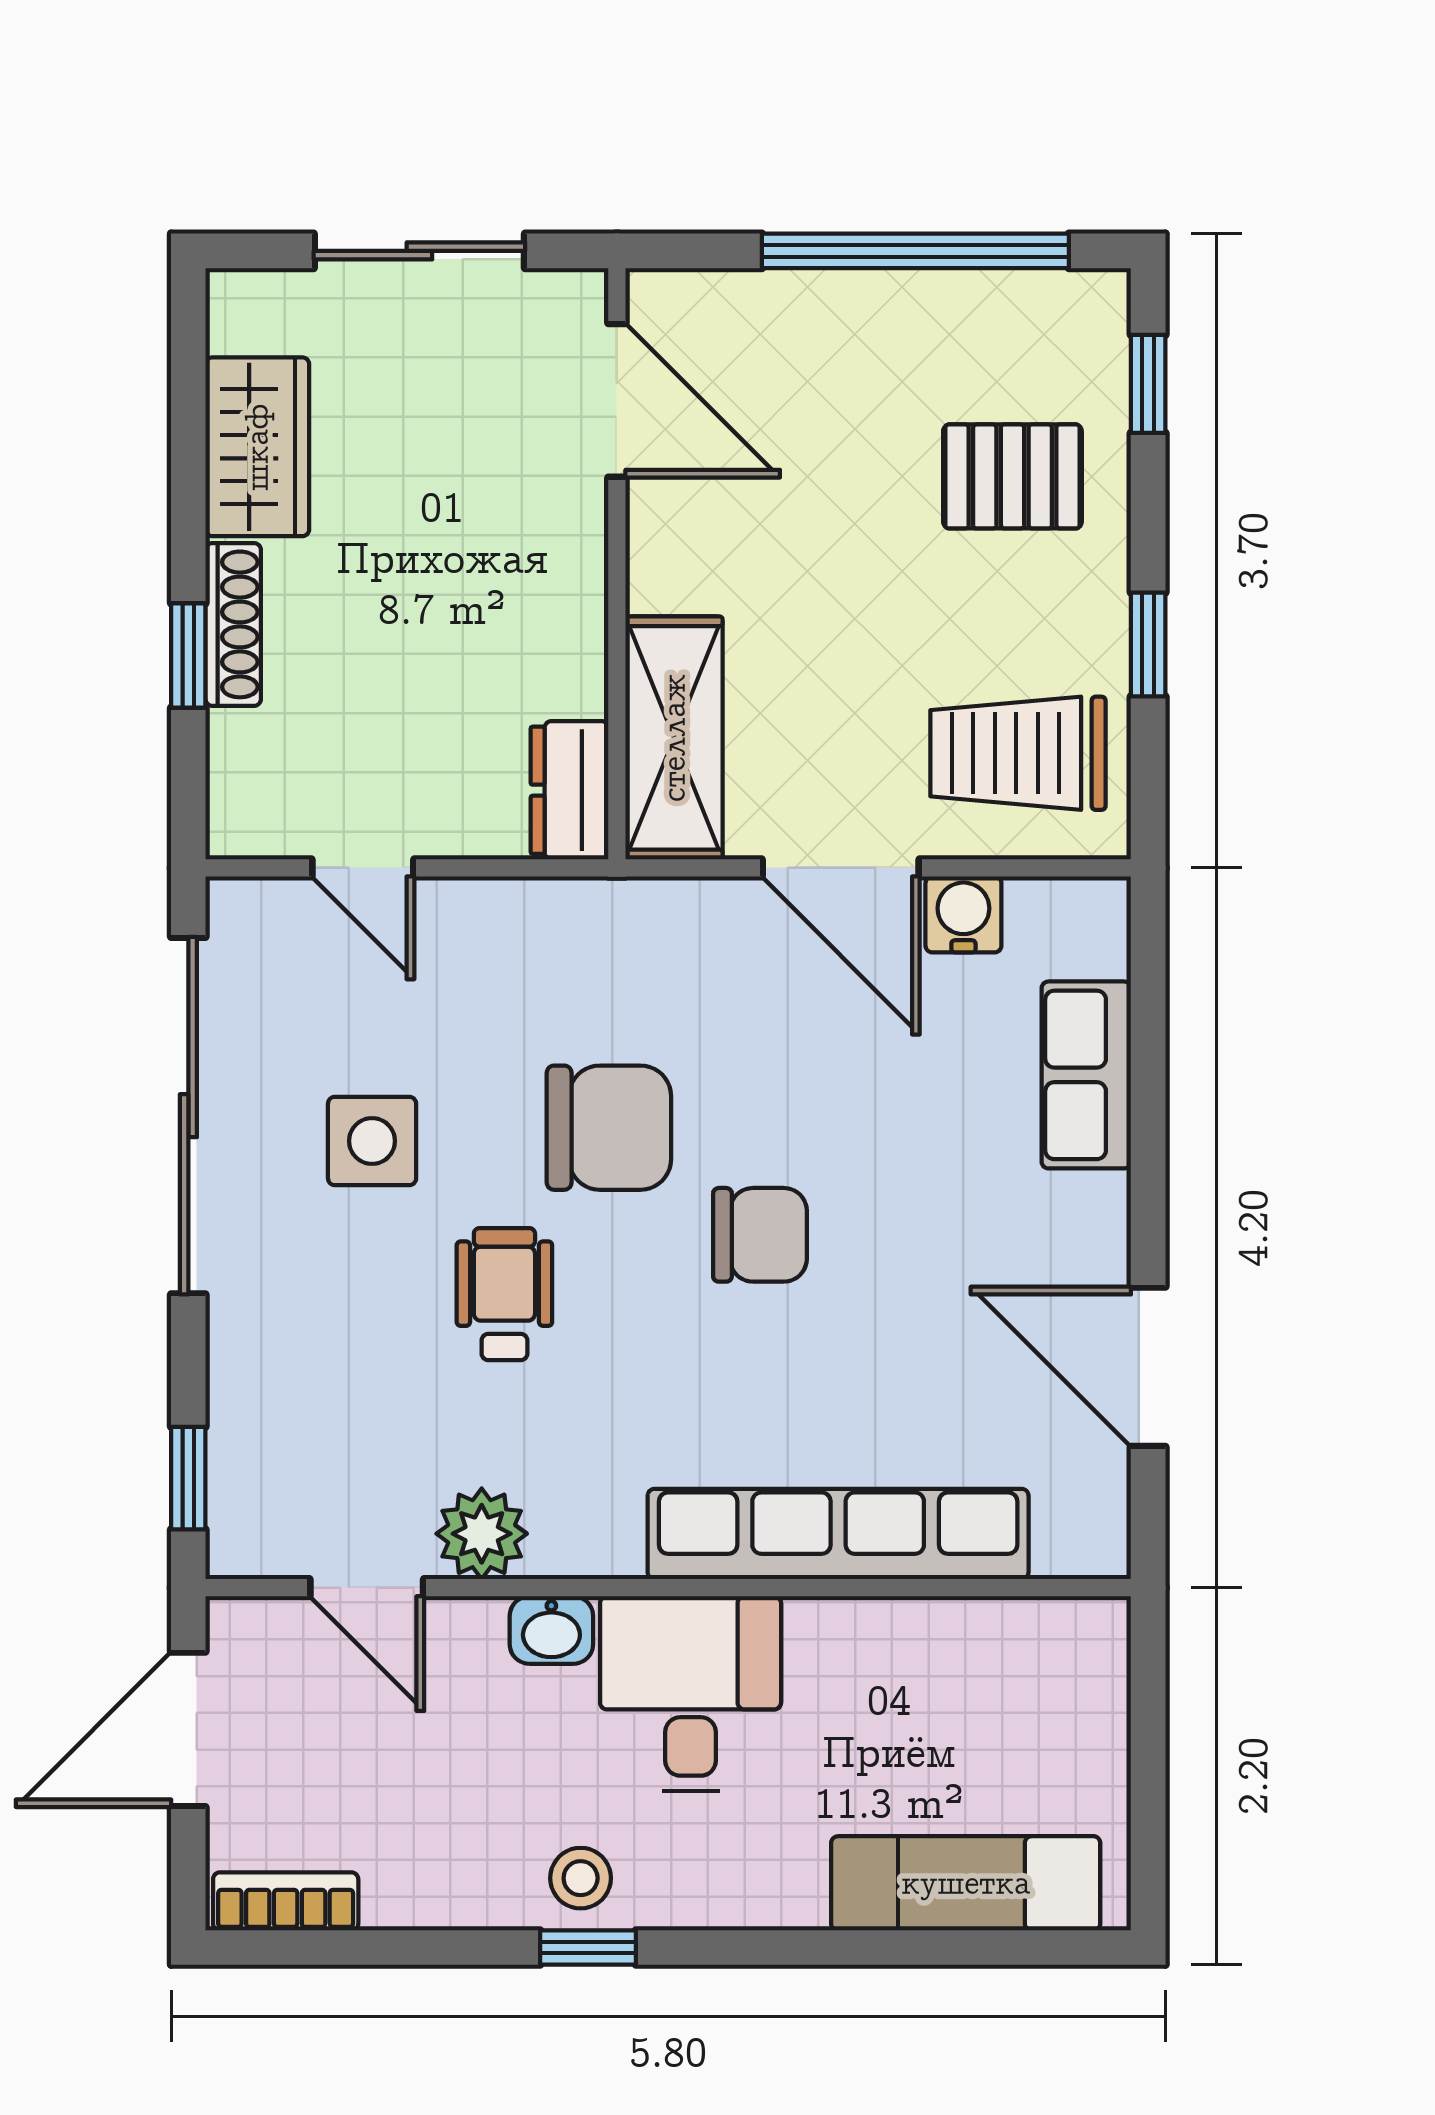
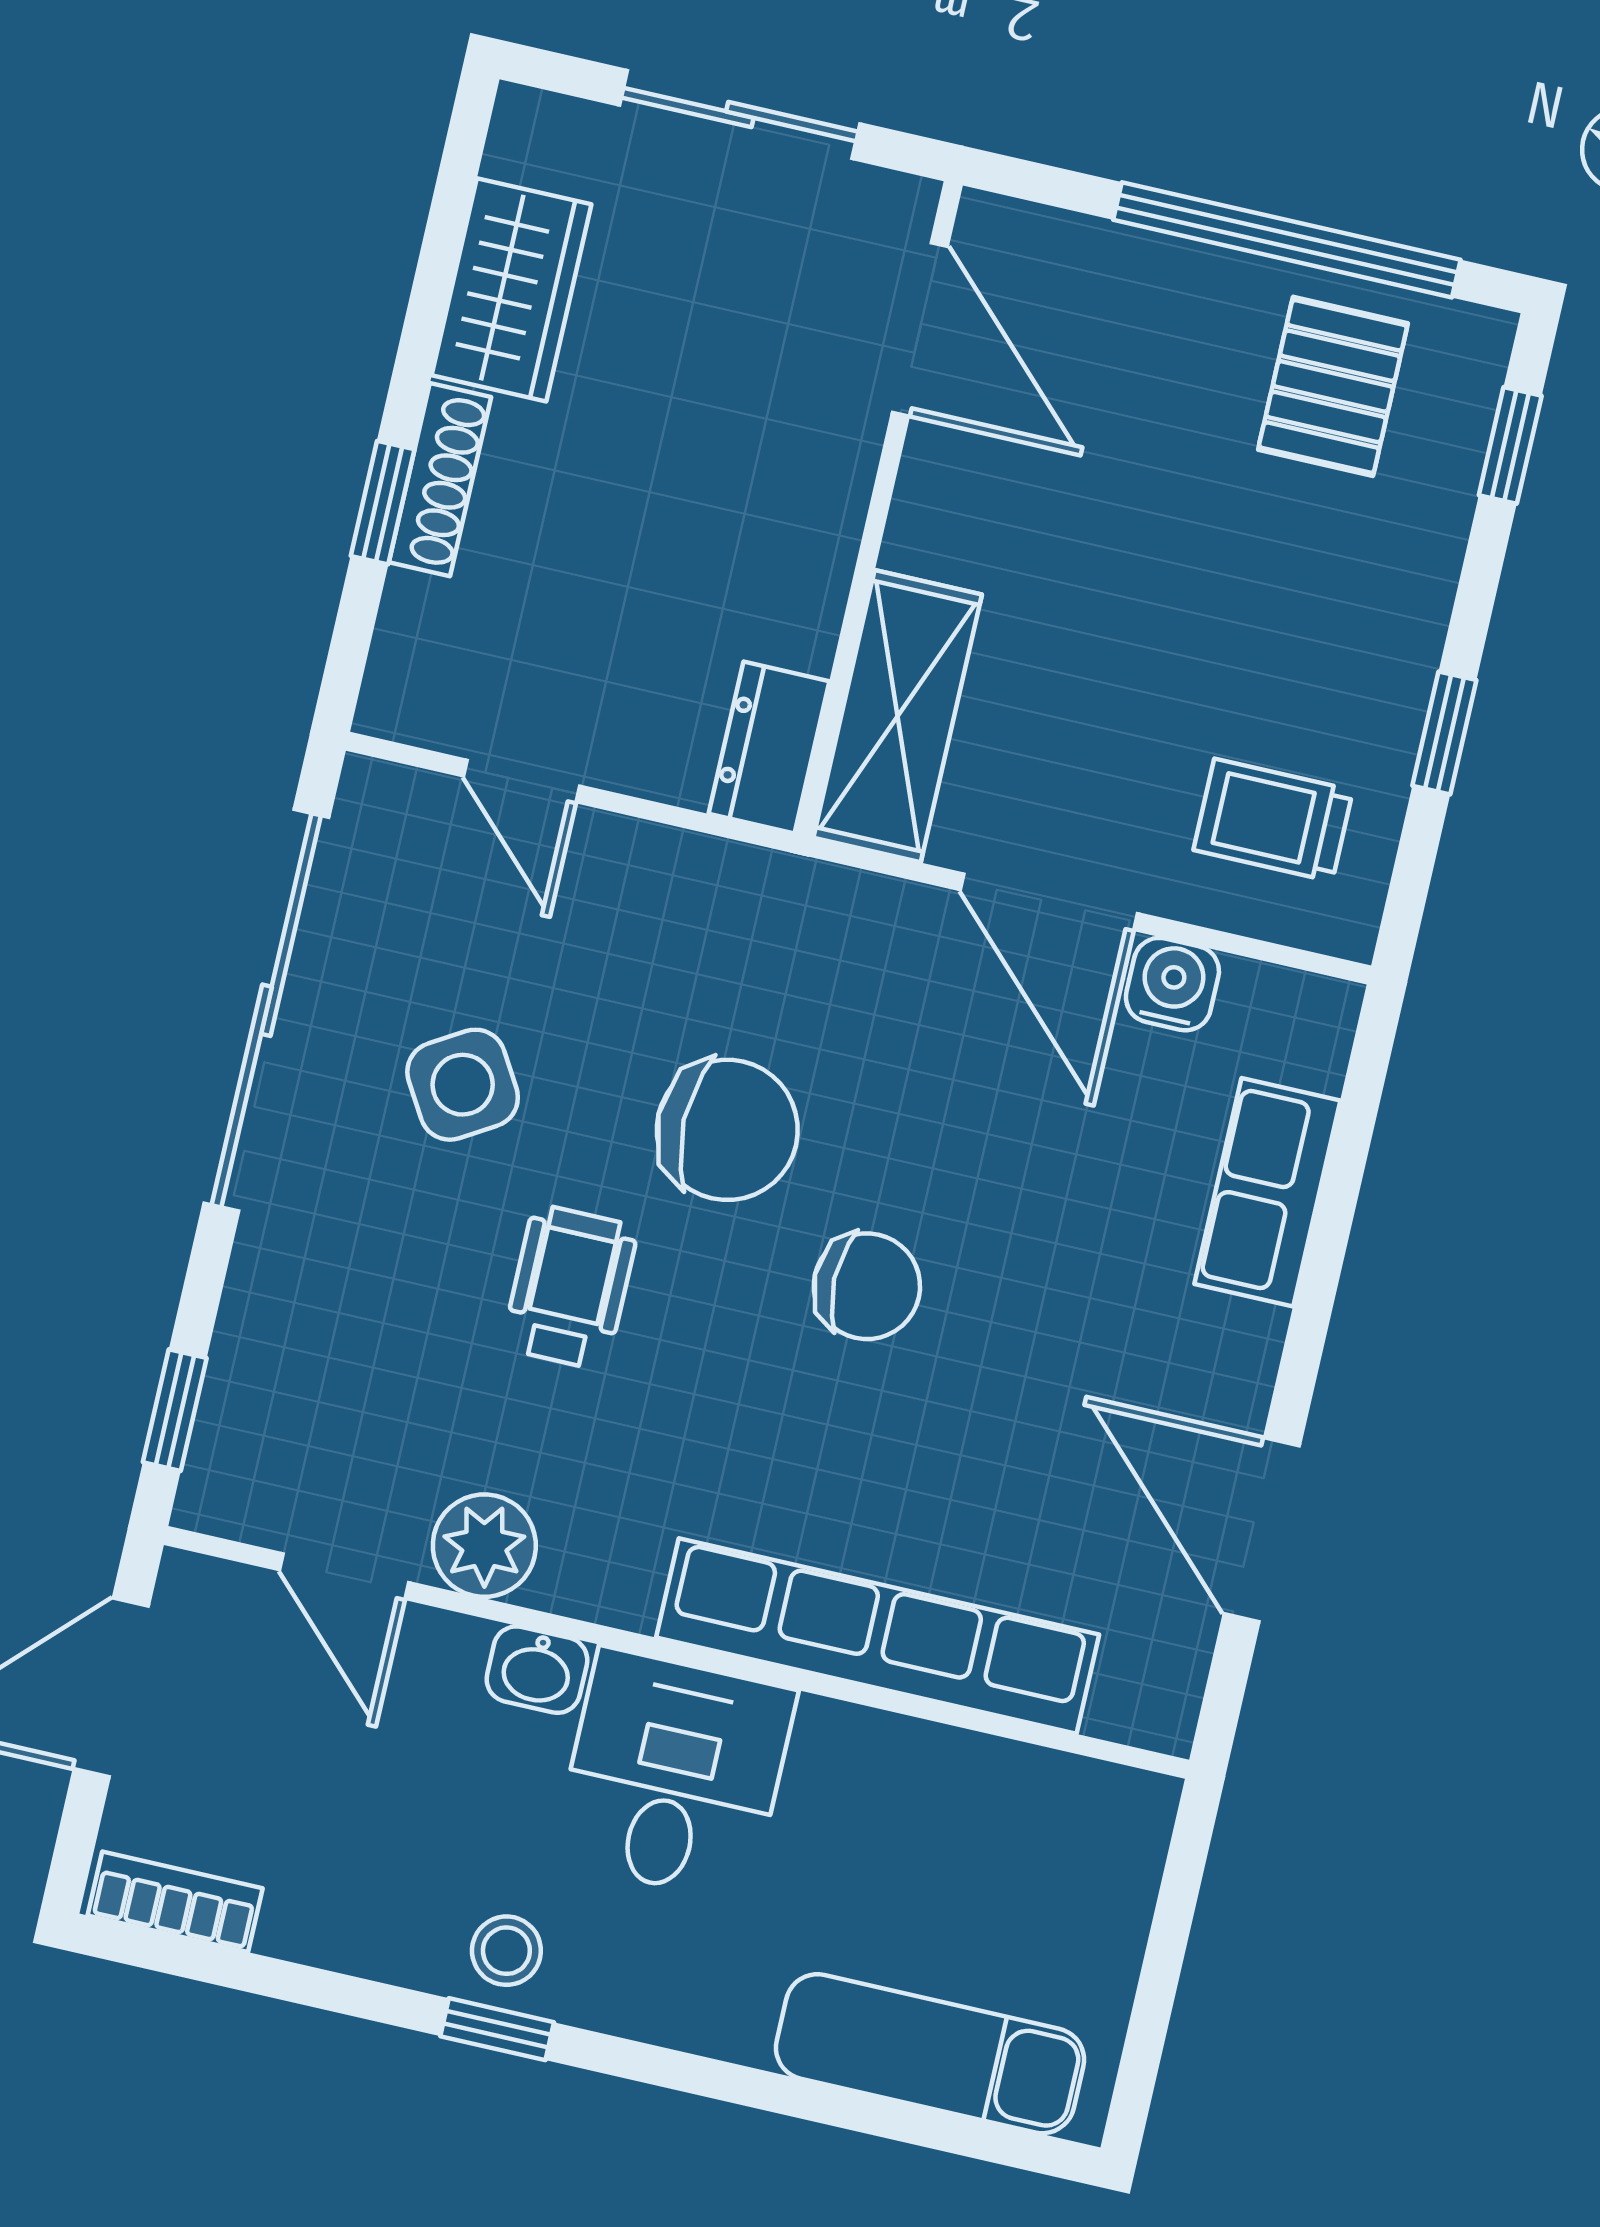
pallet: (1012, 476) -> (1333, 386), moved, turned 90
trolley: (1018, 753) -> (1273, 820), width x0.73, depth x0.72
side table: (372, 1141) -> (463, 1085), turned -31

